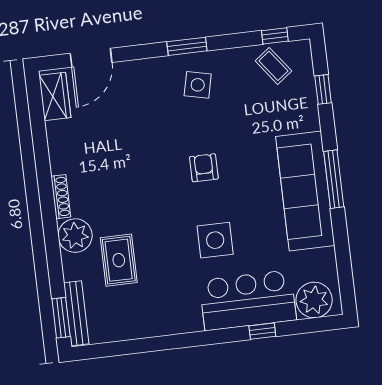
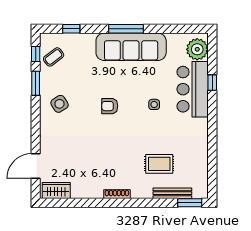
window: (187, 46) -> (36, 83), moved
door: (91, 58) -> (36, 166), swing flipped
side table: (198, 85) -> (60, 104), turned 45
plant: (75, 236) -> (141, 188), removed
side table: (215, 240) -> (154, 104), width x0.54, depth x0.54
bench: (76, 313) -> (172, 193), moved

